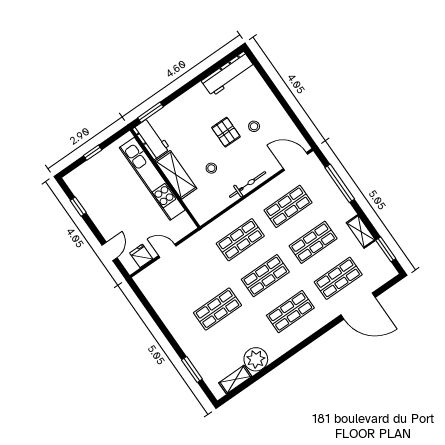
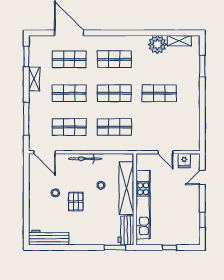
shelving: (176, 175) -> (126, 188), width x1.47

